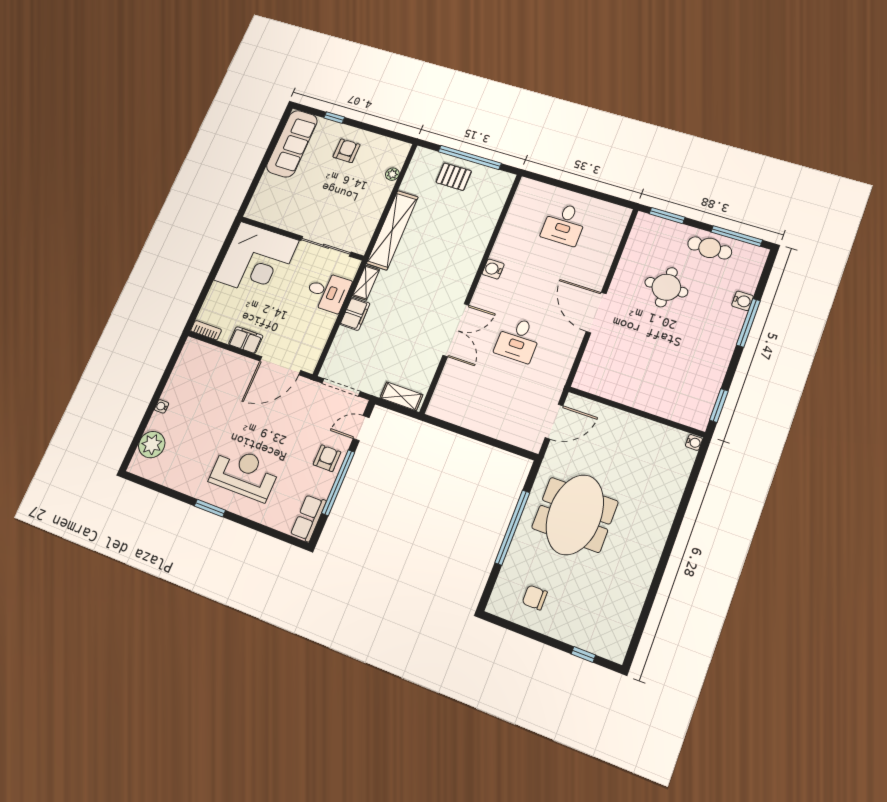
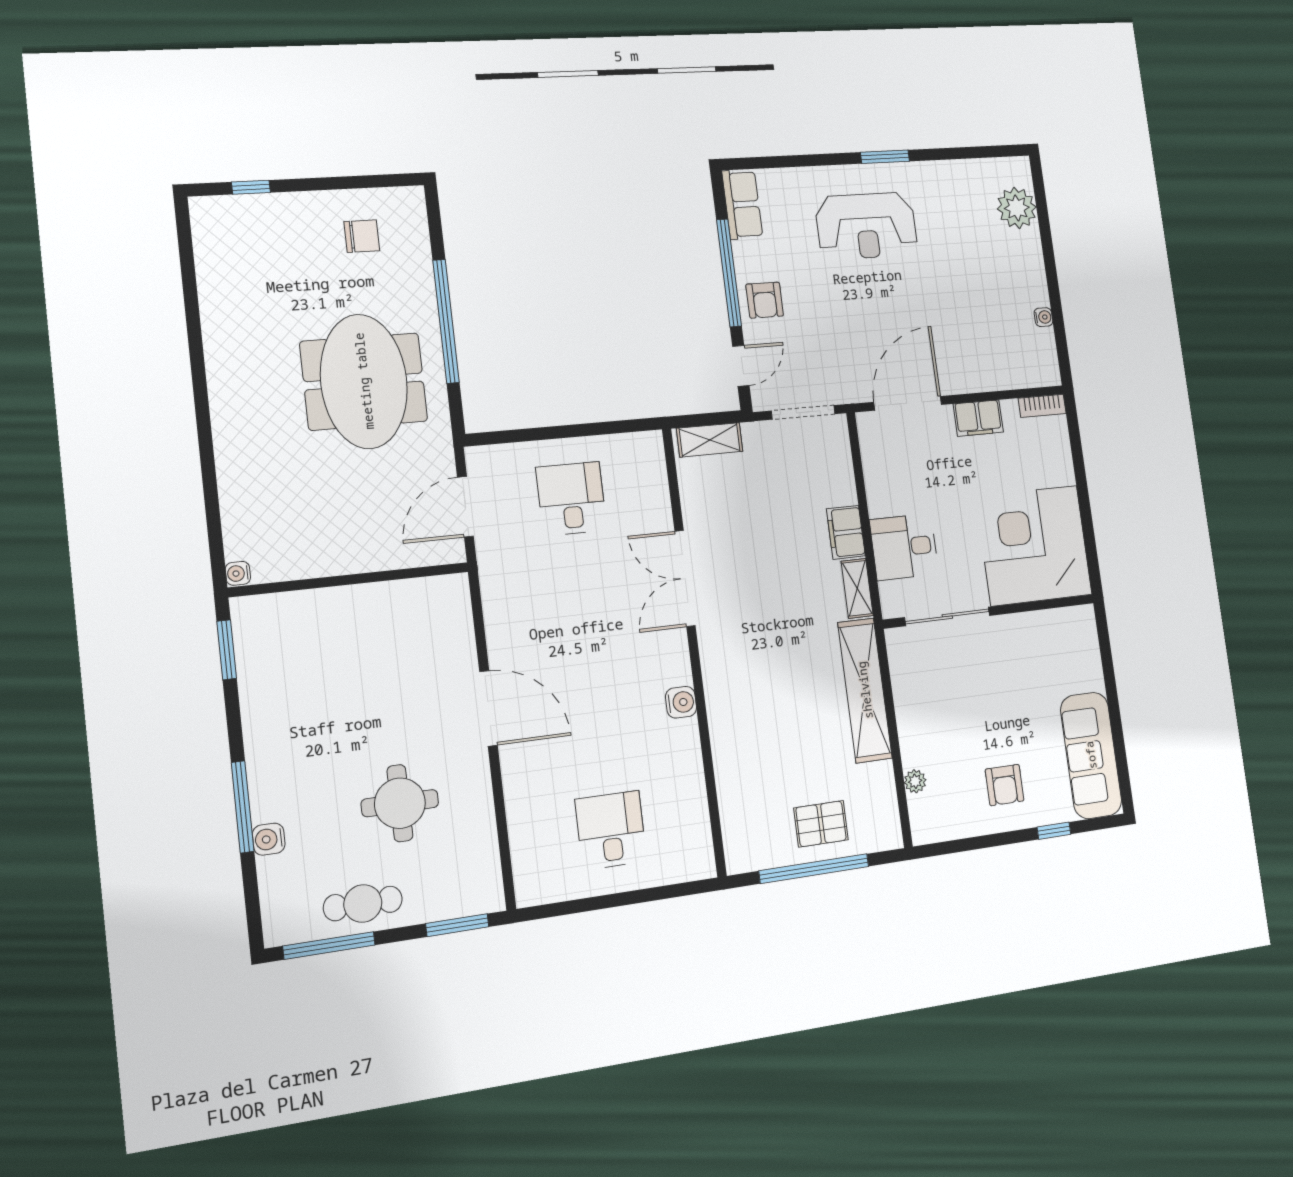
desk: (518, 340) -> (571, 499), moved
water cooler: (162, 406) -> (1043, 317), moved

